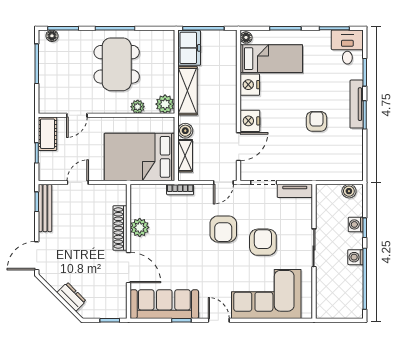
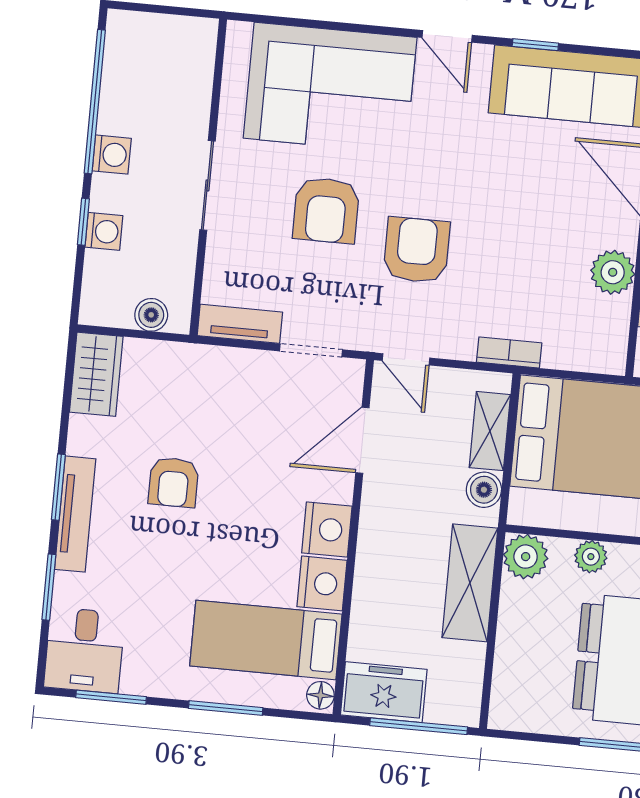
freezer: (189, 48) -> (384, 692), moved, turned 90
nightstand: (250, 121) -> (327, 530), moved
wardrobe: (353, 164) -> (96, 374), added
door: (223, 183) -> (406, 359), swing flipped
boiler: (349, 191) -> (151, 315), moved

